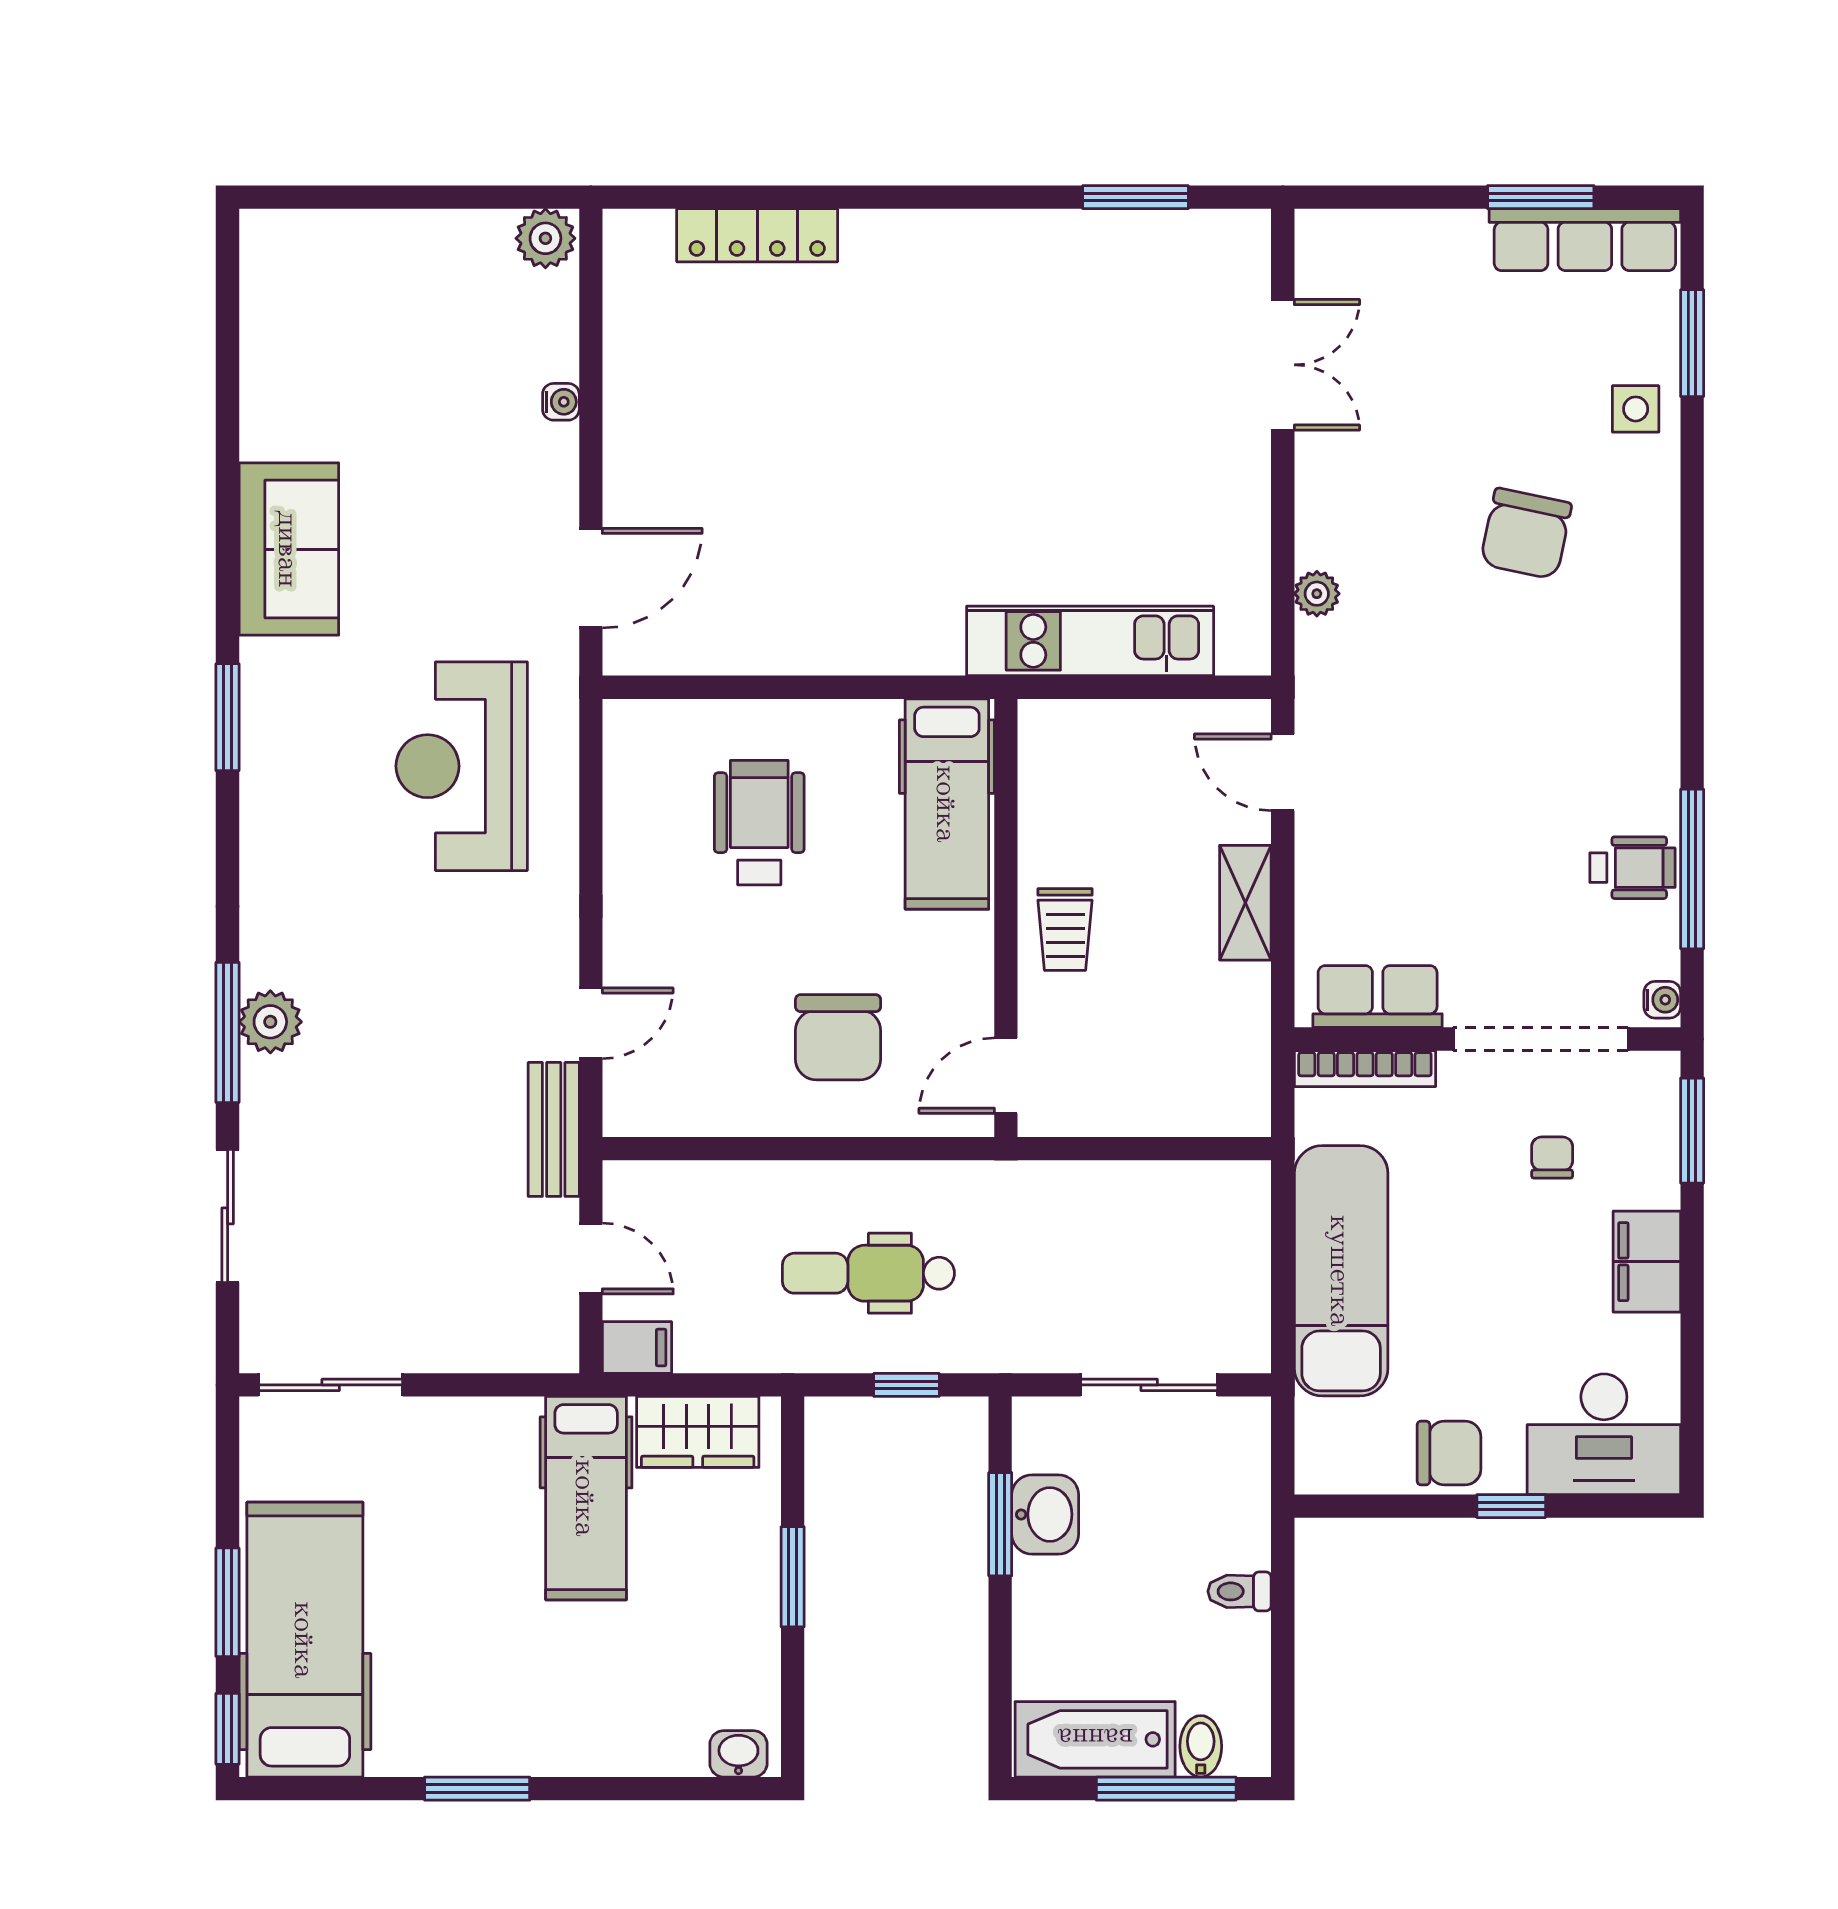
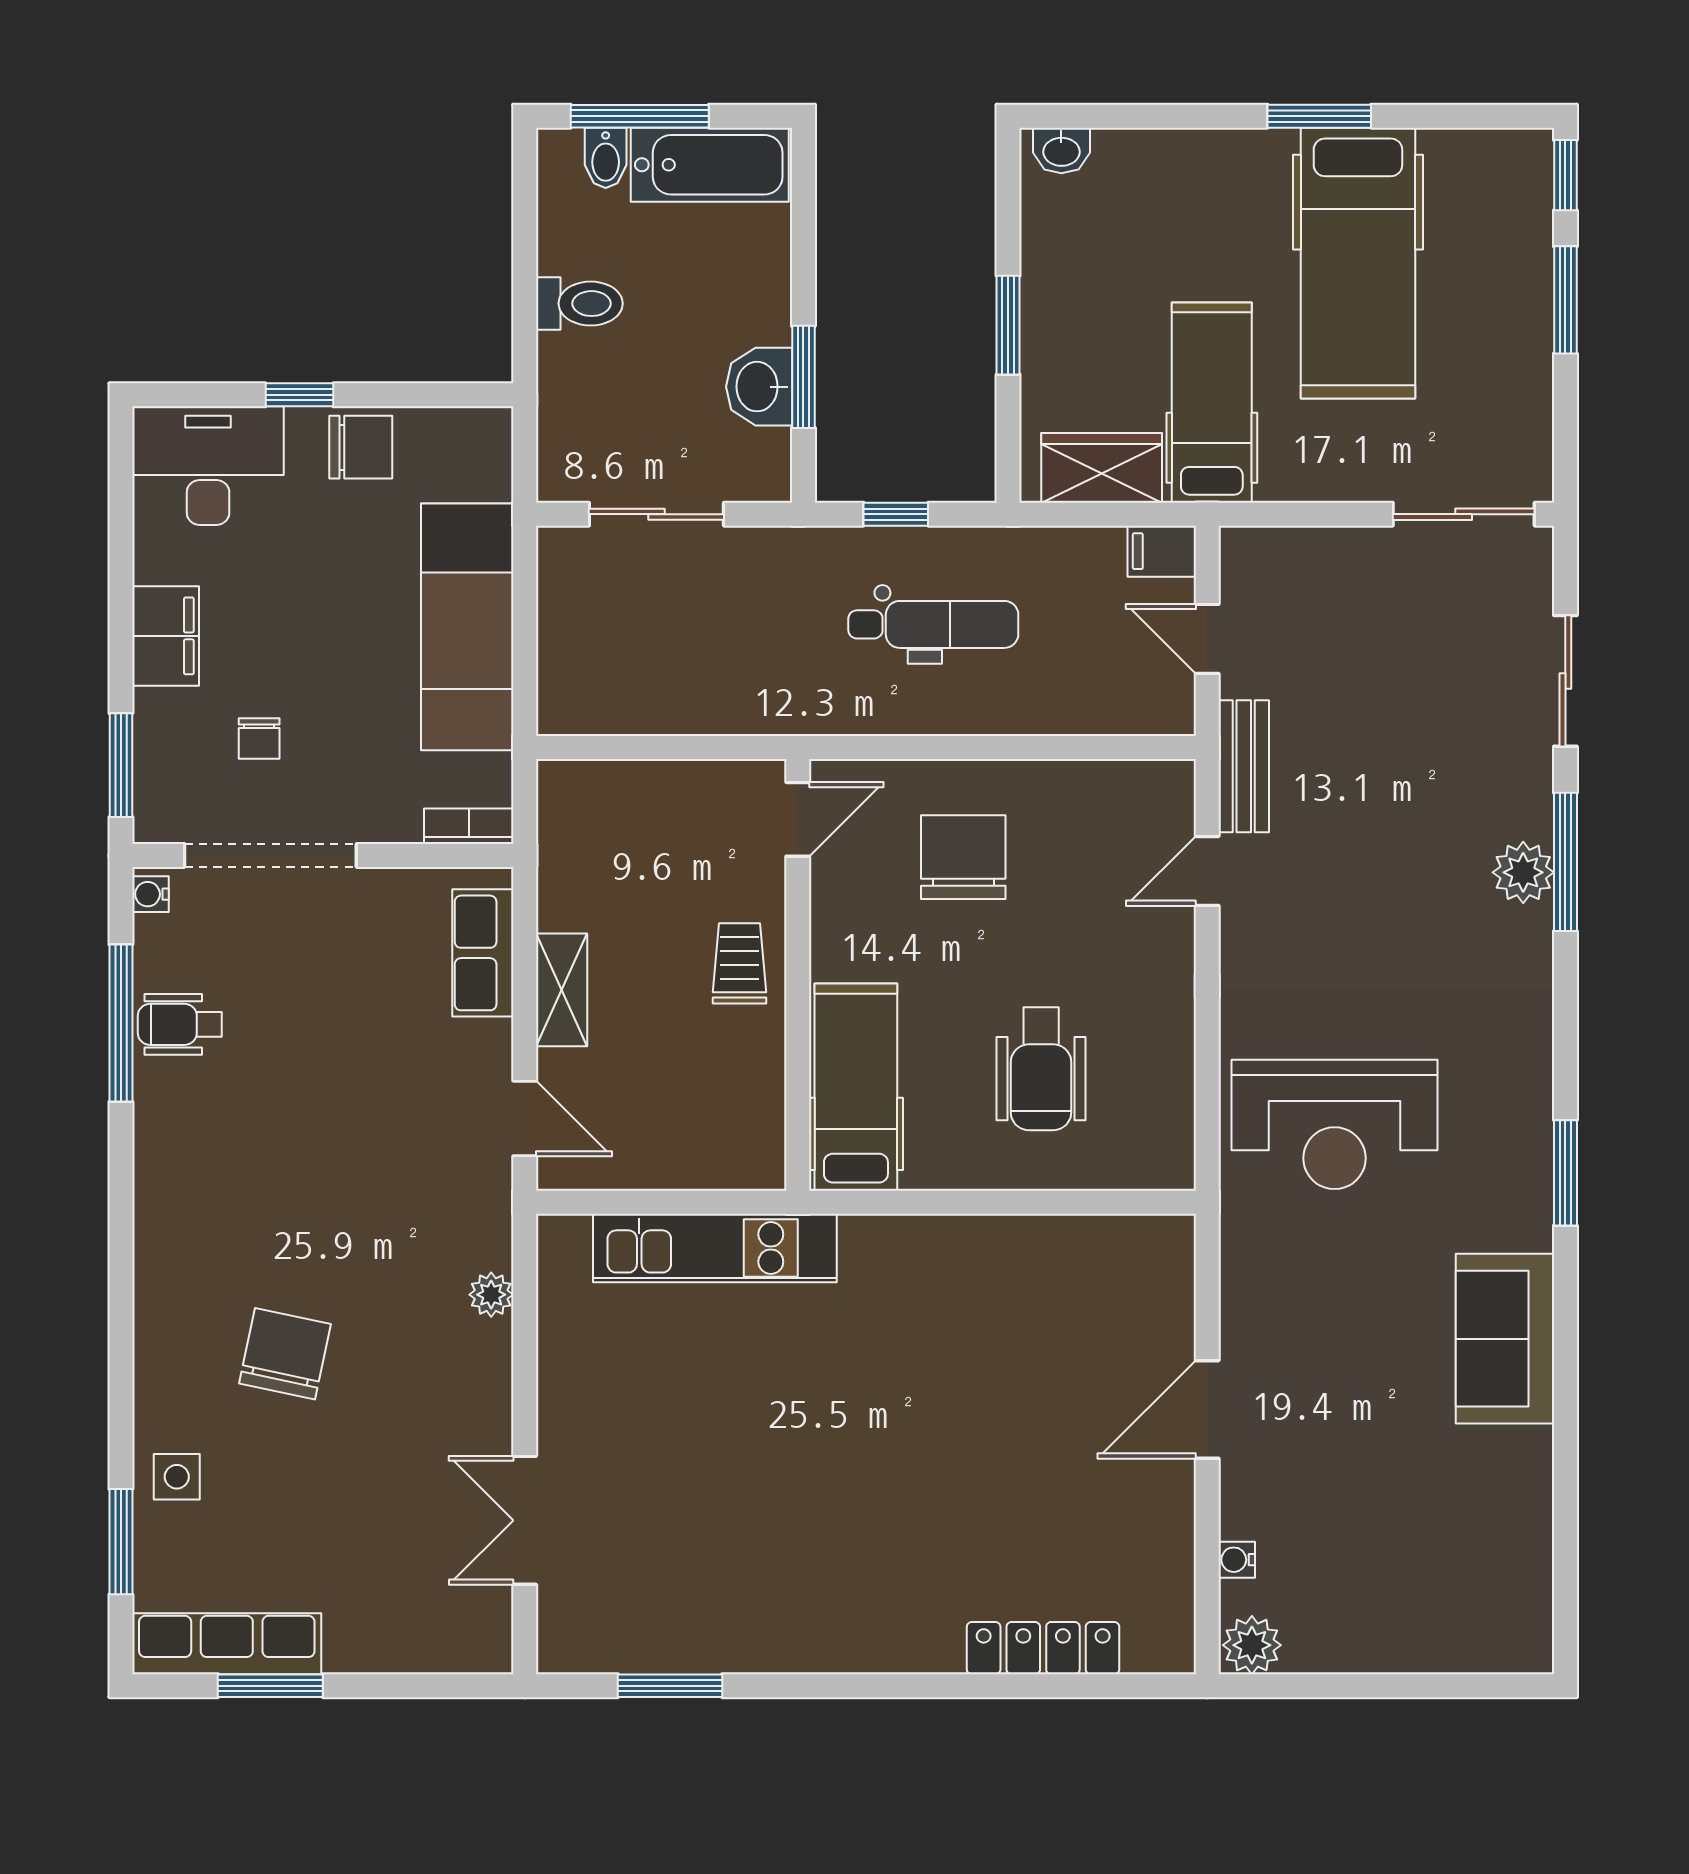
water cooler: (561, 402) -> (1237, 1560), moved
door: (591, 578) -> (1207, 1409), moved
reception desk: (462, 766) -> (1335, 1124), turned 90
row of seats: (1378, 997) -> (483, 953), moved, turned 90
bookcase: (1365, 1069) -> (469, 826), width x0.64
chair: (1449, 1453) -> (361, 447), turned 180
toilet: (1240, 1591) -> (579, 304), width x1.37, depth x1.39
hospital bed: (305, 1640) -> (1358, 263), moved

